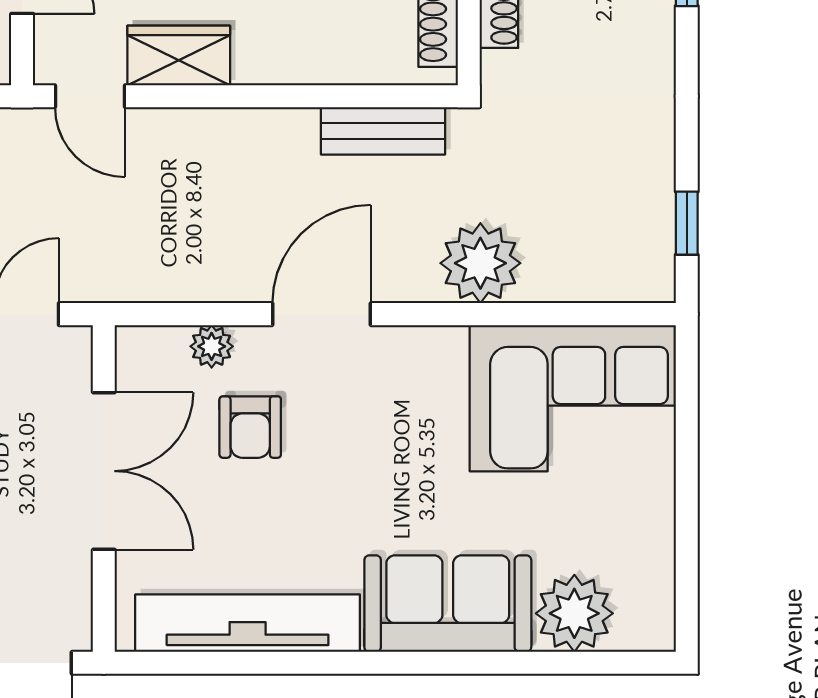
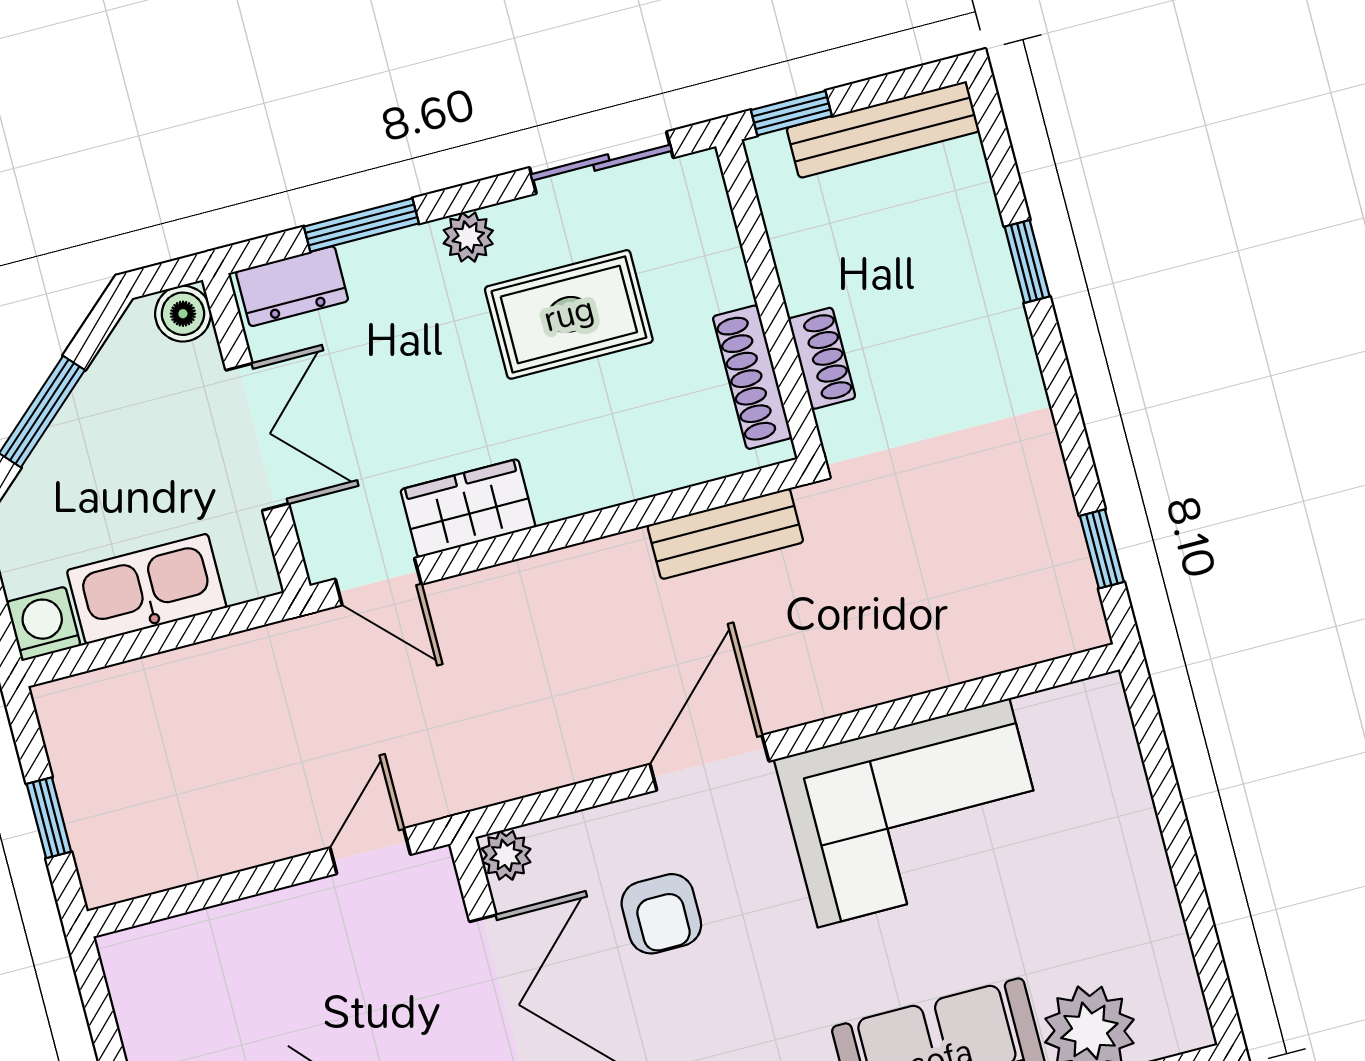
plant: (480, 263) -> (877, 657), removed
plant: (212, 346) -> (506, 855), moved
corner sofa: (572, 398) -> (913, 813), moved

